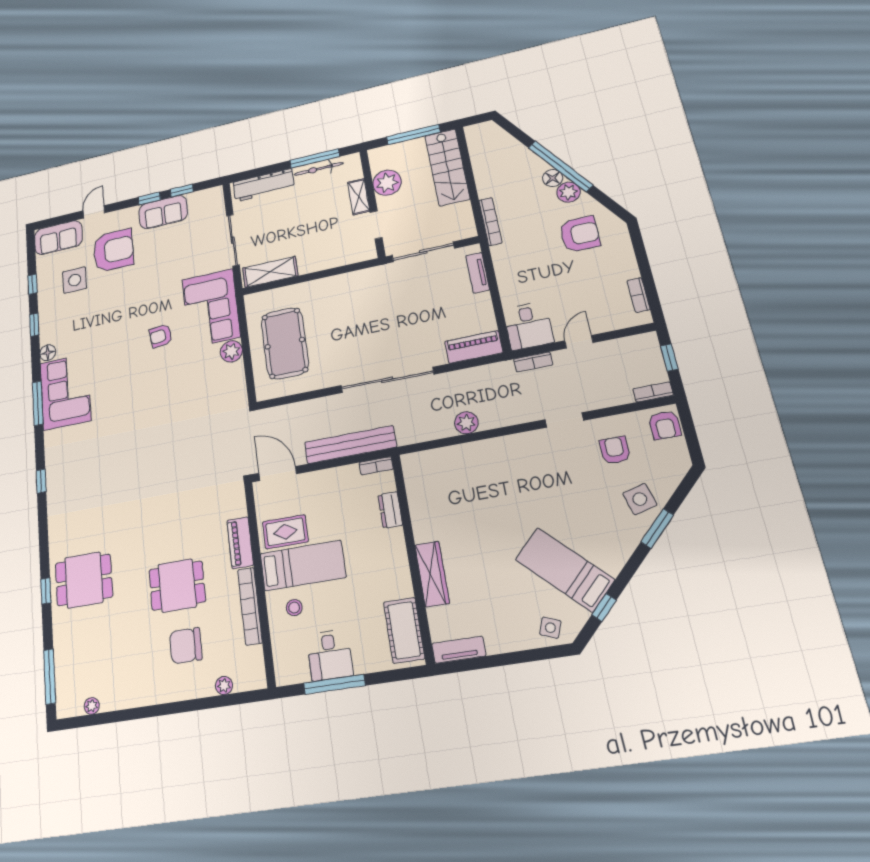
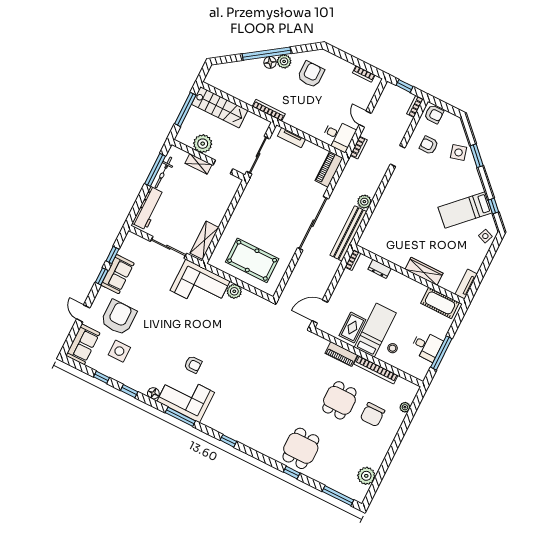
armchair: (161, 336) -> (193, 365), moved, turned -83
bench: (350, 445) -> (348, 233), moved
plant: (92, 706) -> (366, 476), width x1.88, depth x1.88

